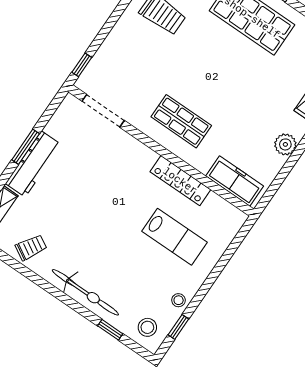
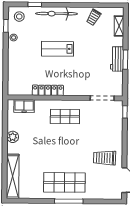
workbench: (33, 164) -> (117, 59), width x0.73
freezer: (235, 181) -> (24, 106), width x0.71
lab bench: (174, 237) -> (58, 49), moved

